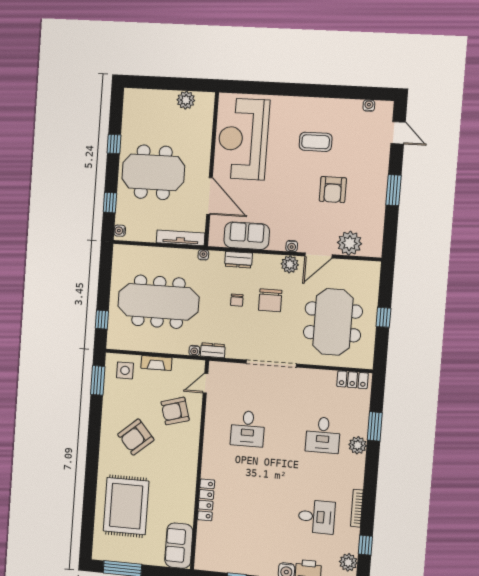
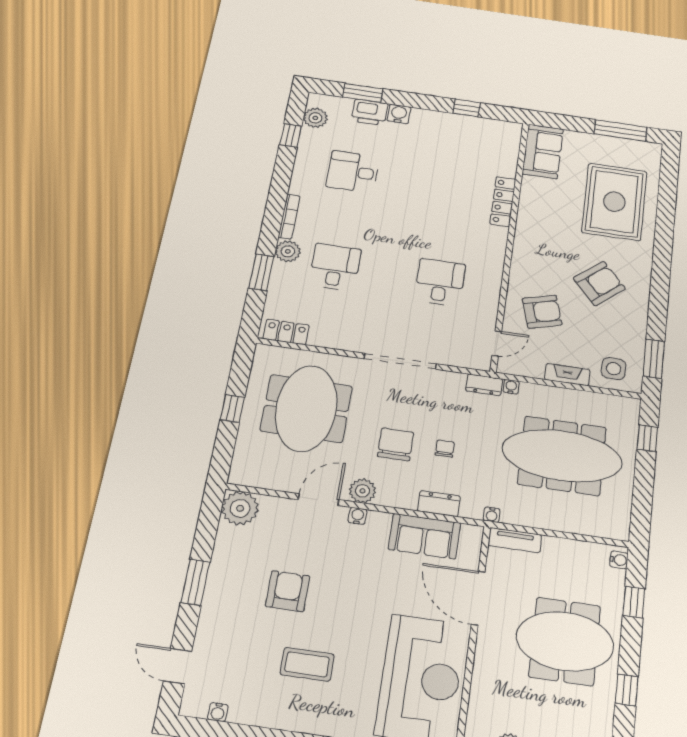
tv unit: (181, 238) -> (515, 540), width x0.71
plant: (350, 243) -> (240, 508), moved
bookcase: (357, 508) -> (289, 217), moved

